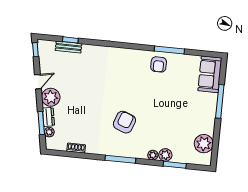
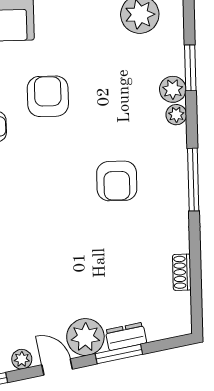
armchair: (170, 94) -> (48, 96), added
armchair: (124, 122) -> (117, 181), turned -110
window: (41, 123) -> (119, 354), moved
plant: (49, 132) -> (22, 359), moved

